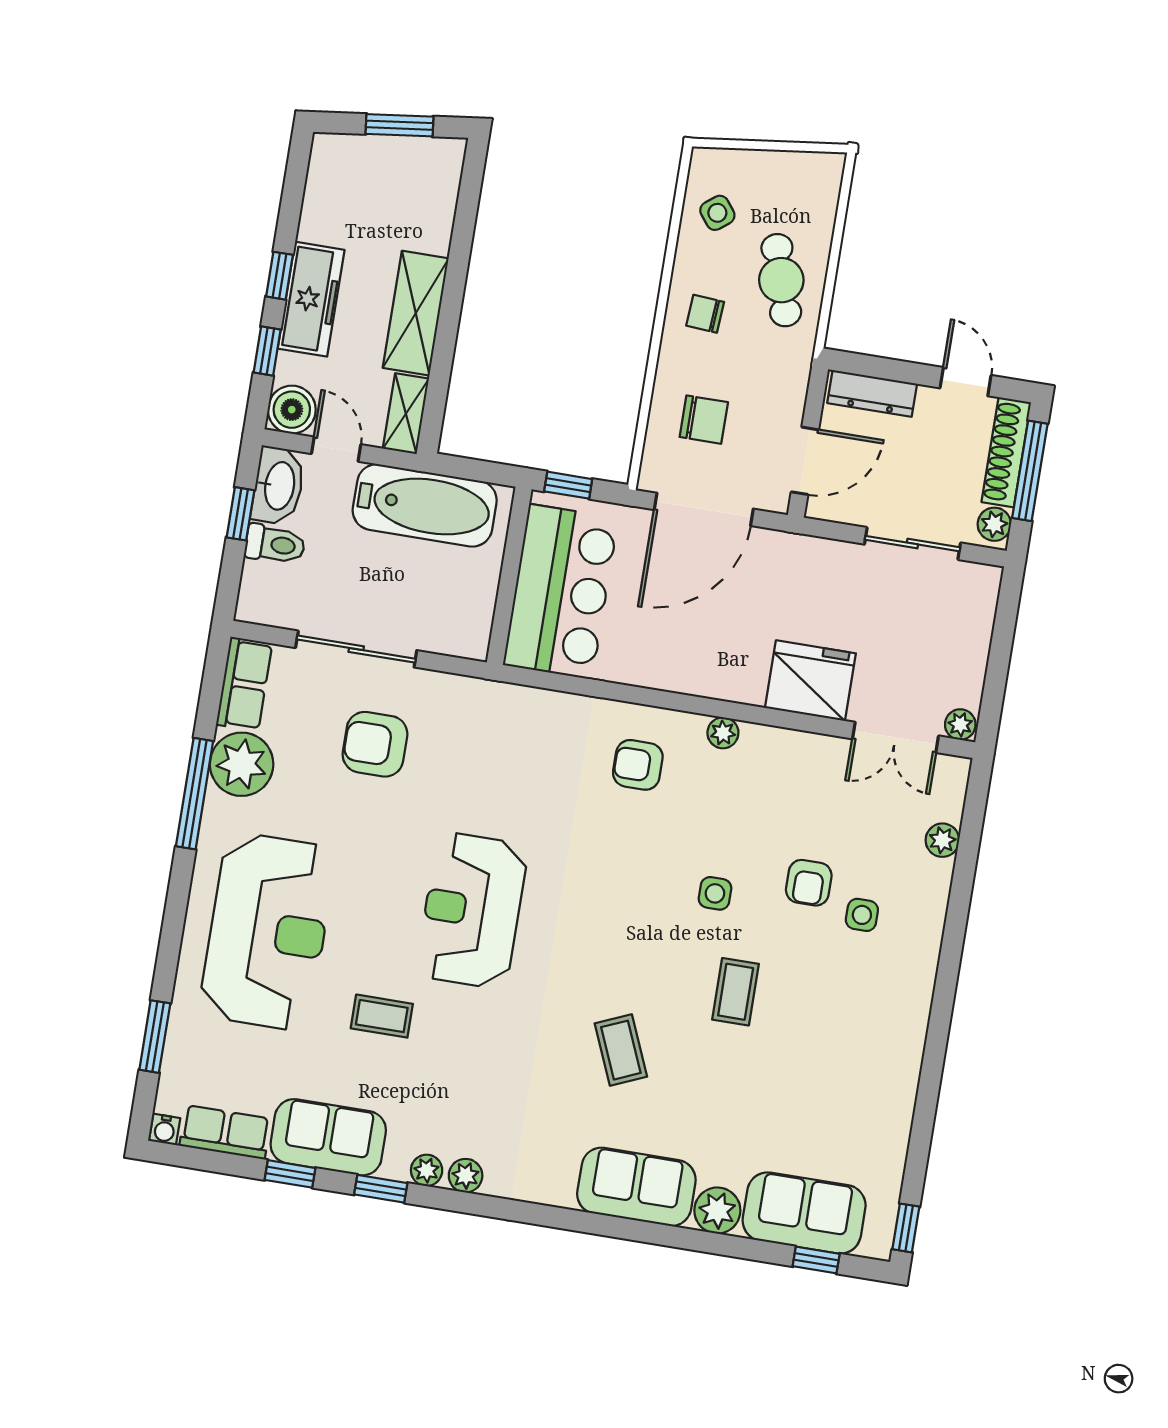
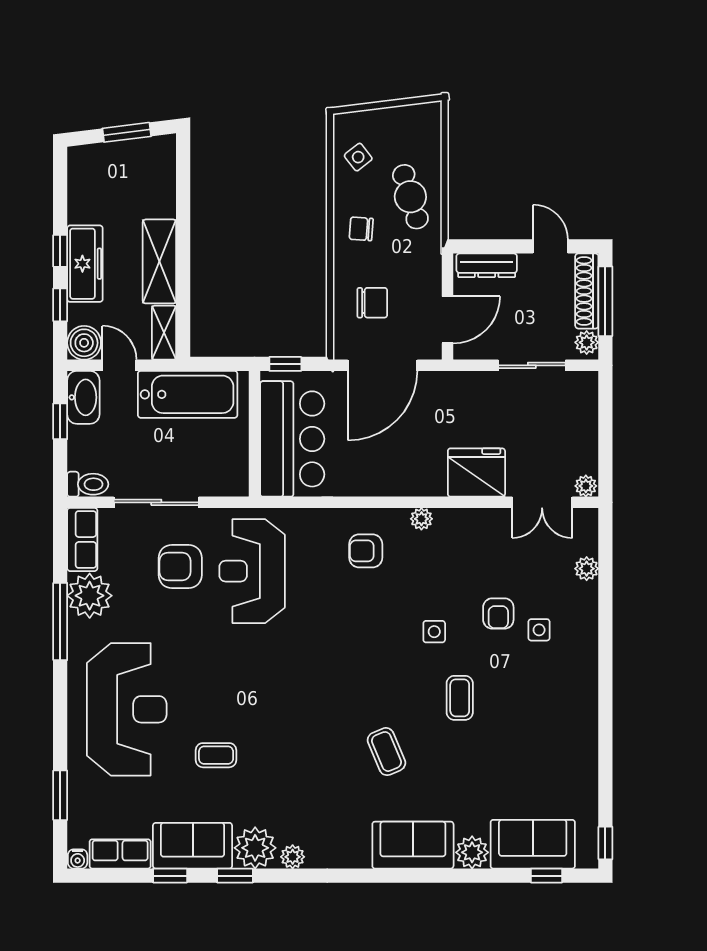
toilet: (275, 544) -> (88, 484), moved
reception desk: (472, 910) -> (252, 571), moved
plant: (427, 1170) -> (255, 848), width x1.87, depth x1.87

